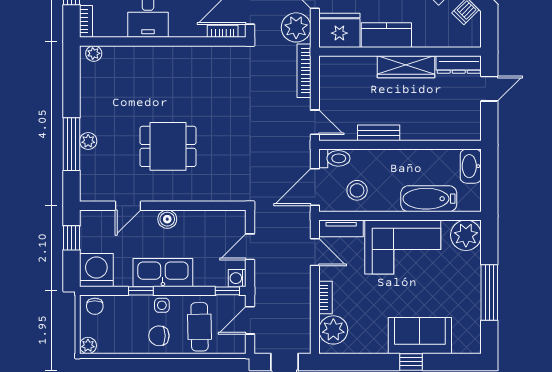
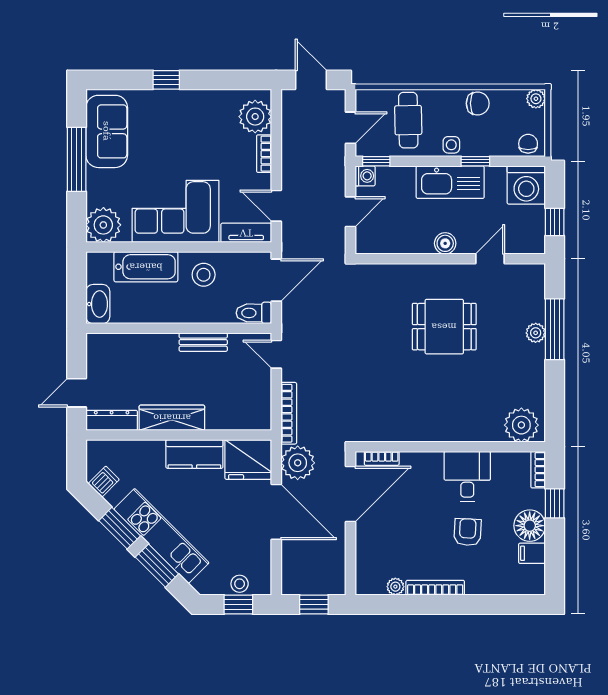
plant: (94, 53) -> (521, 425), width x1.88, depth x1.88
stool: (357, 190) -> (204, 275), moved
chair: (159, 336) -> (478, 103), moved
sofa: (420, 336) -> (107, 131), moved, turned -90

